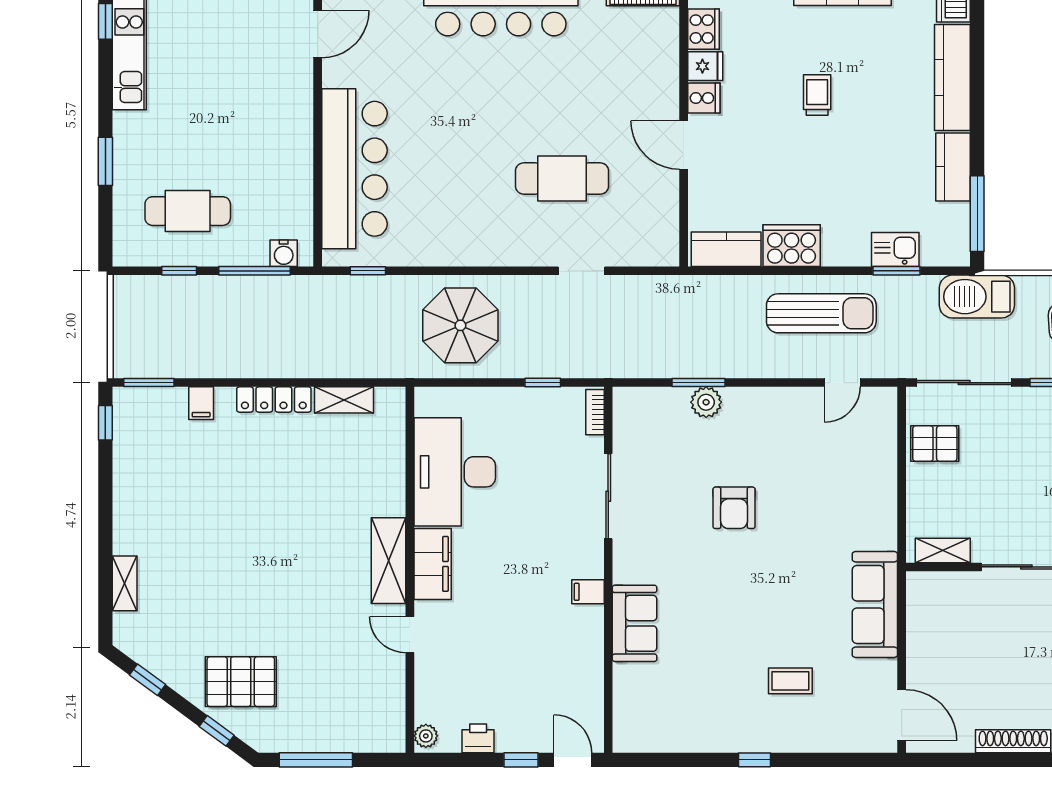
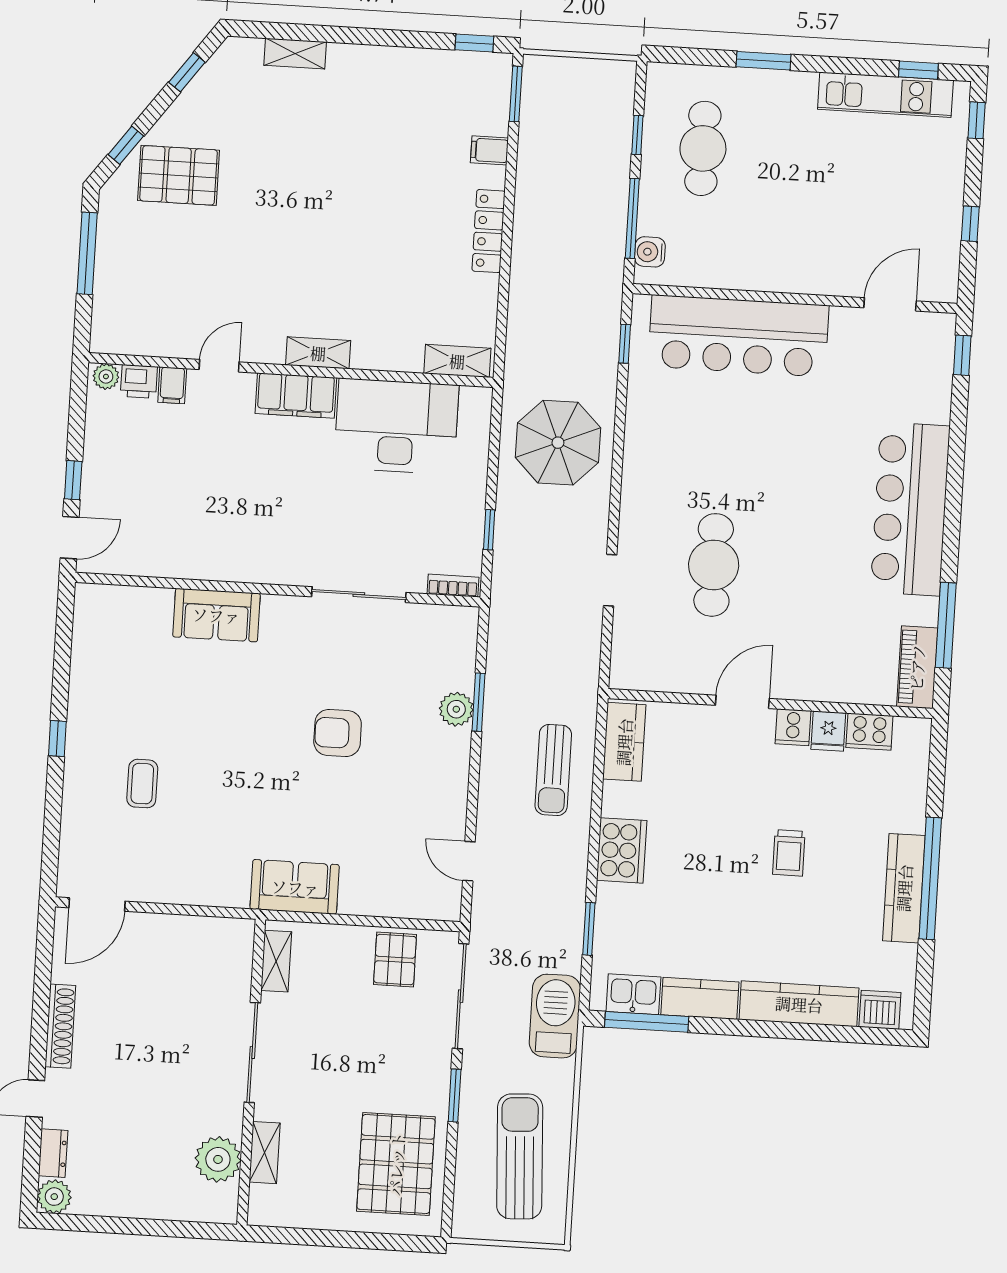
door: (318, 34) -> (890, 304), swing flipped
trolley: (817, 95) -> (789, 853), turned 90
cooker: (792, 246) -> (622, 850), moved
kitchen sink: (895, 249) -> (633, 994), moved, turned -90
sun lounger: (821, 313) -> (553, 770), moved, width x0.73, depth x0.75
shelving: (344, 400) -> (457, 361), moved, turned 90
shelving: (388, 561) -> (318, 353), width x0.67, depth x0.75
filing cabinet: (588, 592) -> (172, 385), moved, turned 180
sofa: (875, 604) -> (295, 887), moved, width x0.73
pallet: (241, 682) -> (179, 175), turned 90
printer: (478, 738) -> (139, 381), moved, turned 90

